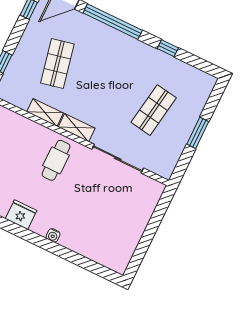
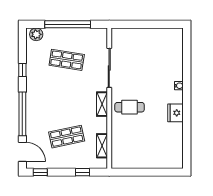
plant: (204, 87) -> (36, 34), added
shelving: (45, 112) -> (102, 146), moved
window: (198, 133) -> (68, 24), width x2.11

